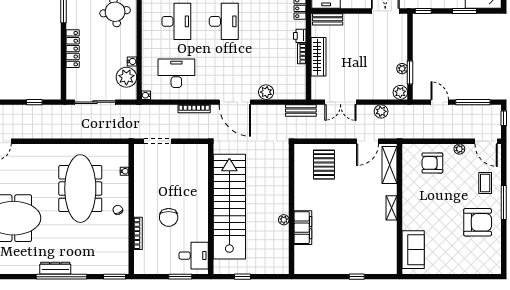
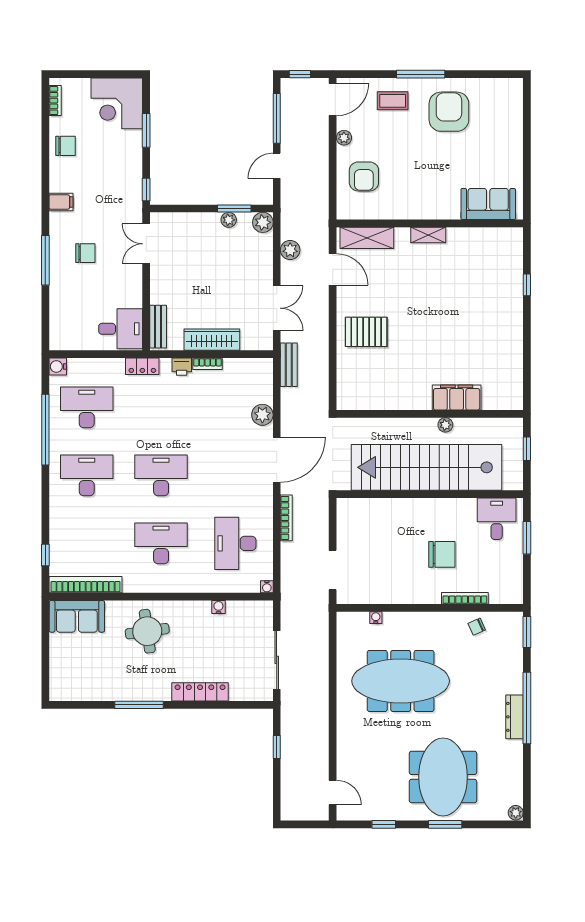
plant: (126, 77) -> (241, 615), removed
wall: (291, 209) -> (430, 414), moved
chair: (118, 210) -> (477, 627), moved
plant: (284, 220) -> (445, 425), moved
filing cabinet: (303, 228) -> (457, 397), moved

